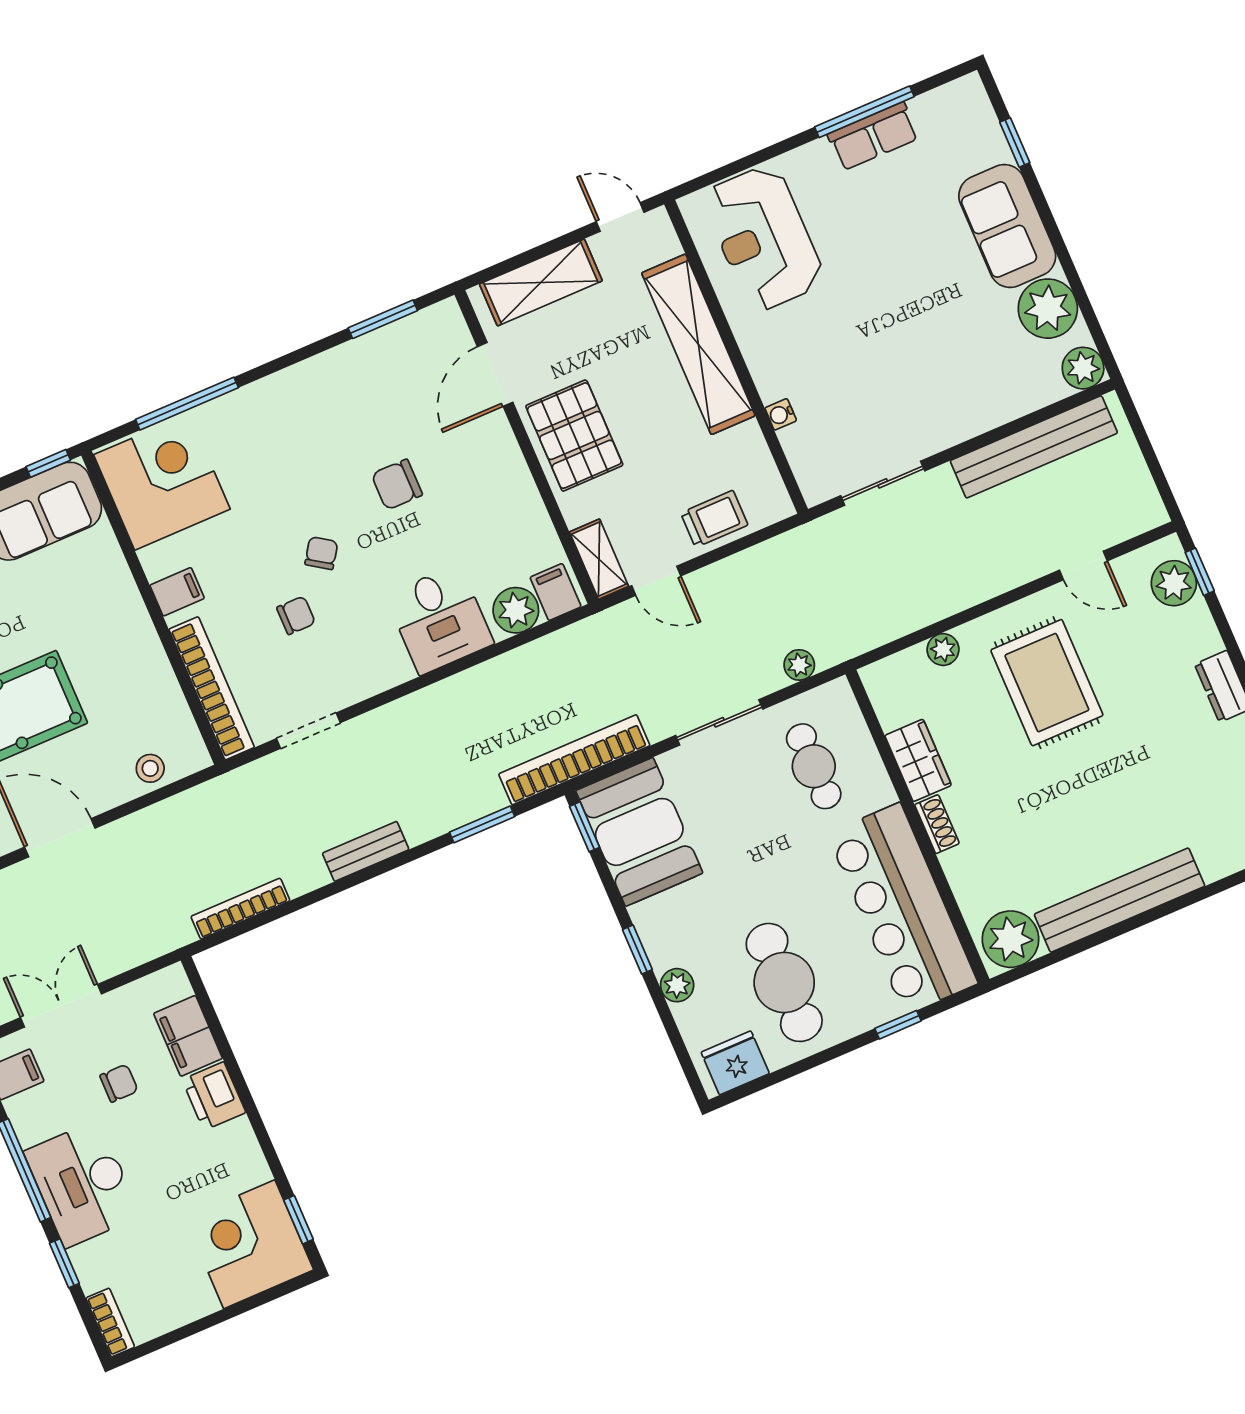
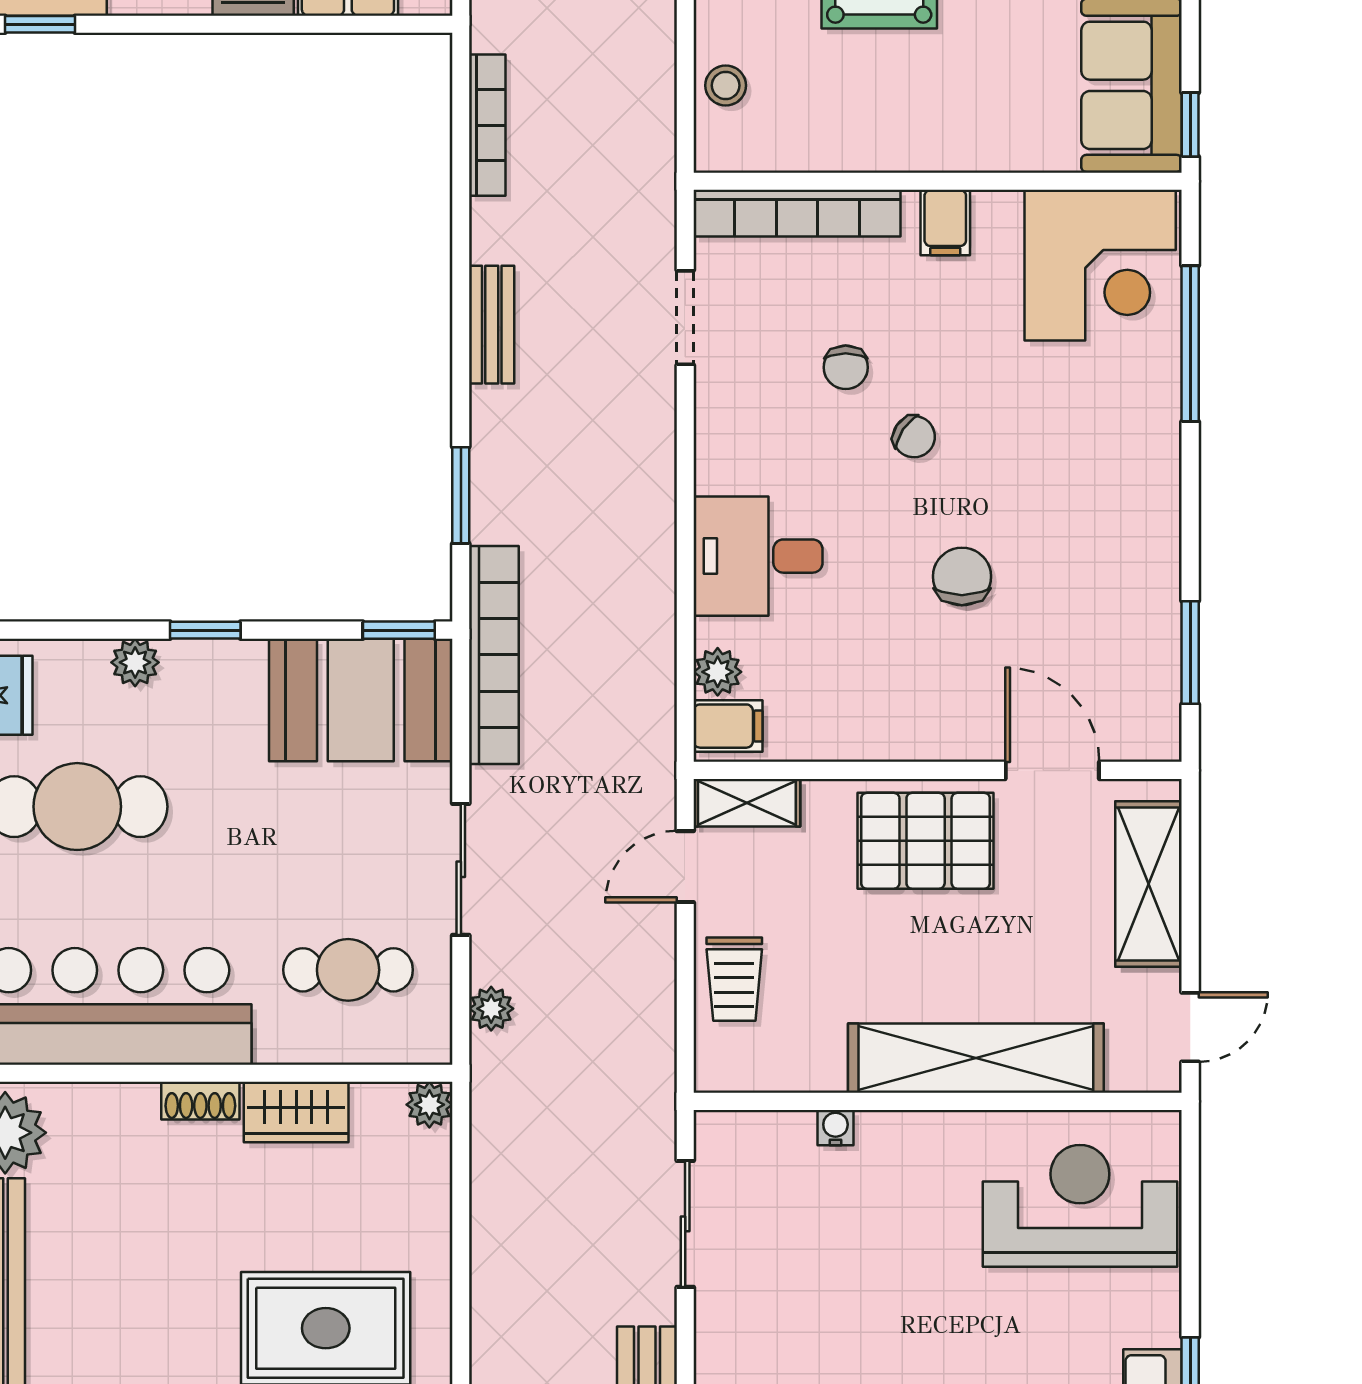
plant: (516, 610) -> (718, 672), width x0.73, depth x0.73
plant: (943, 649) -> (429, 1105), moved

